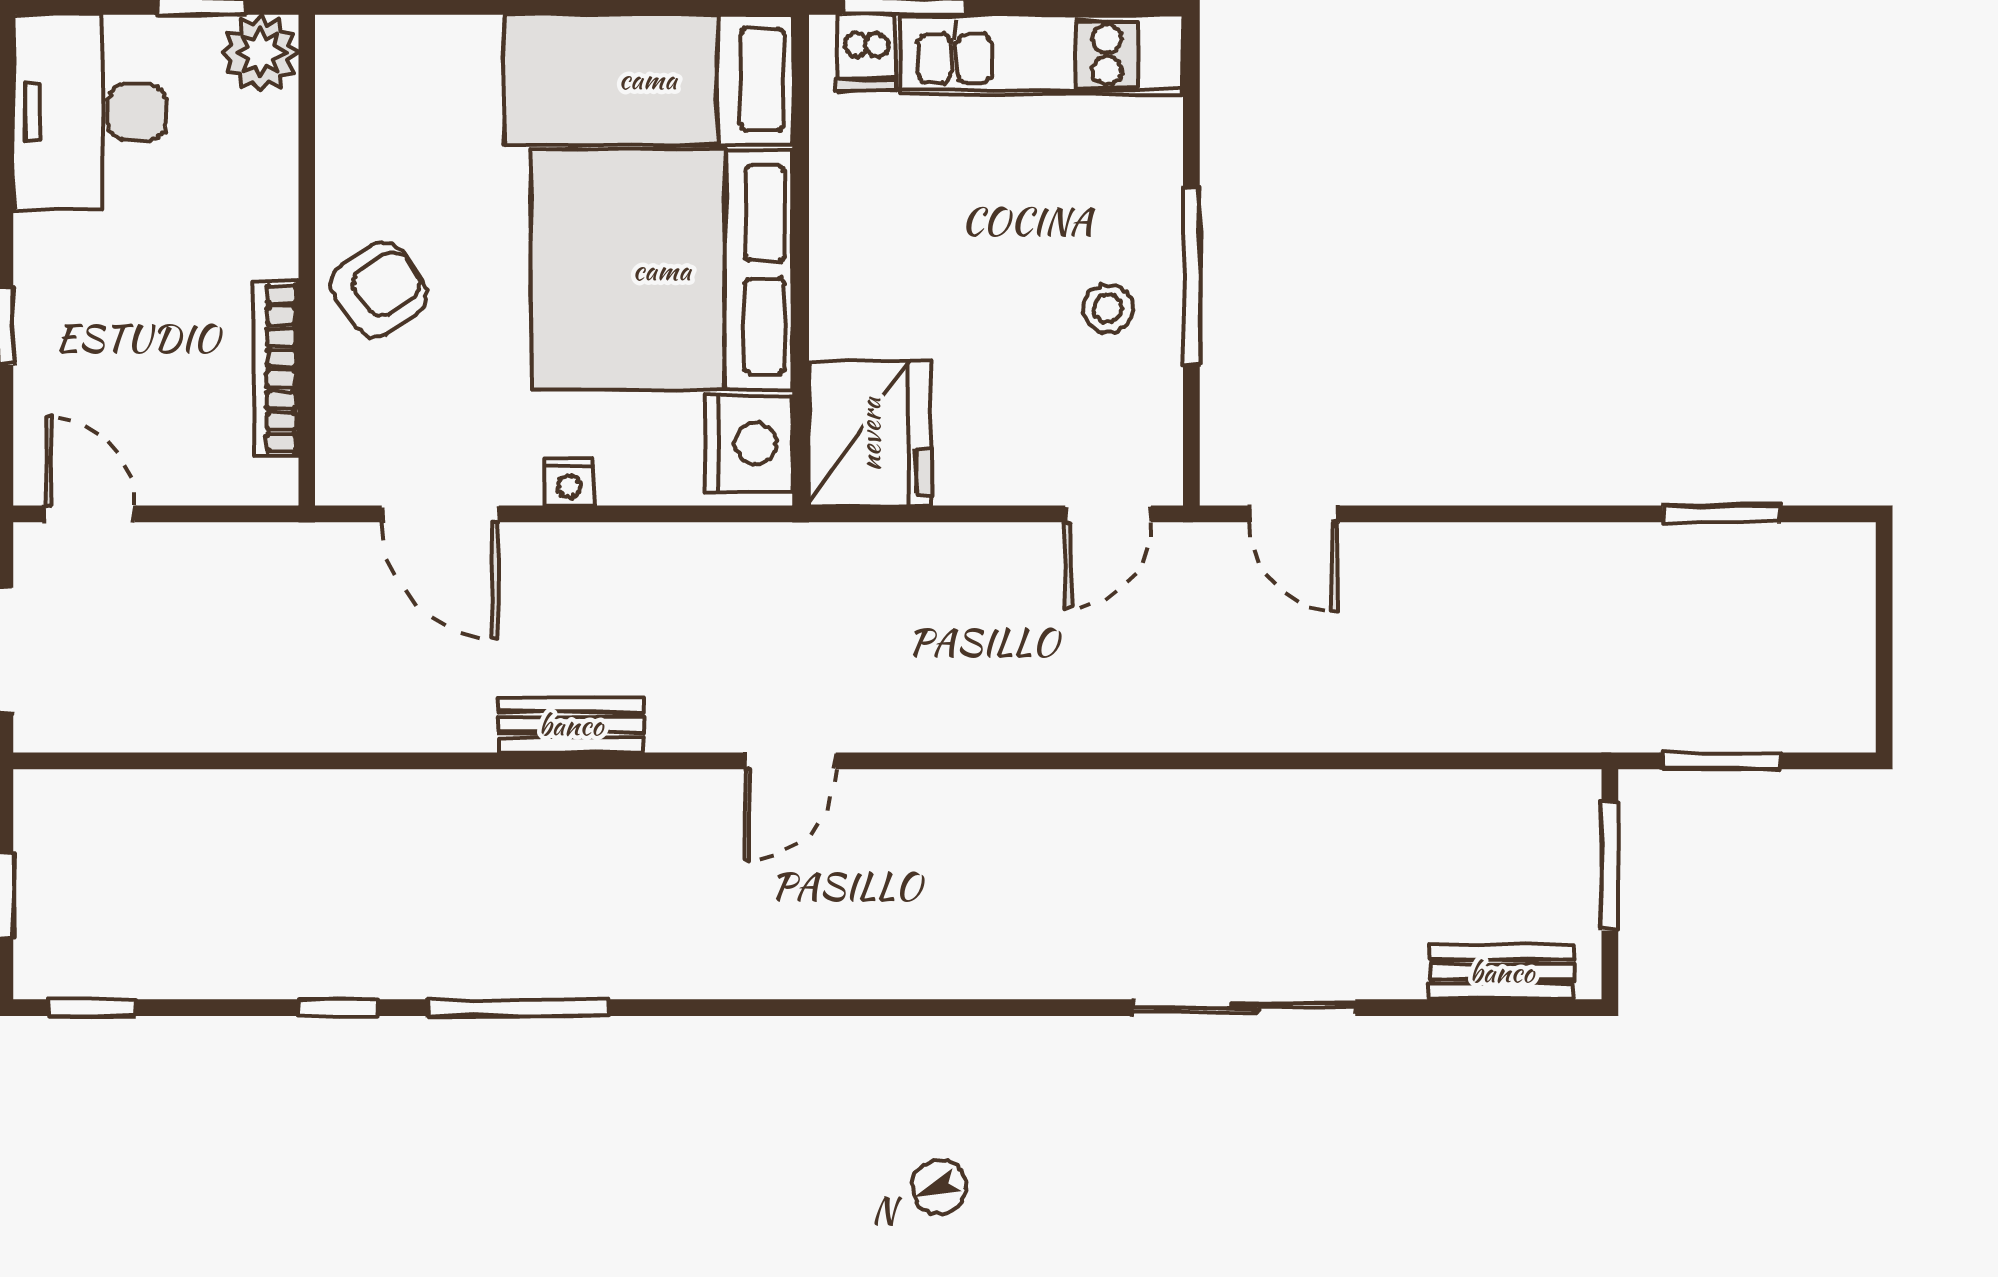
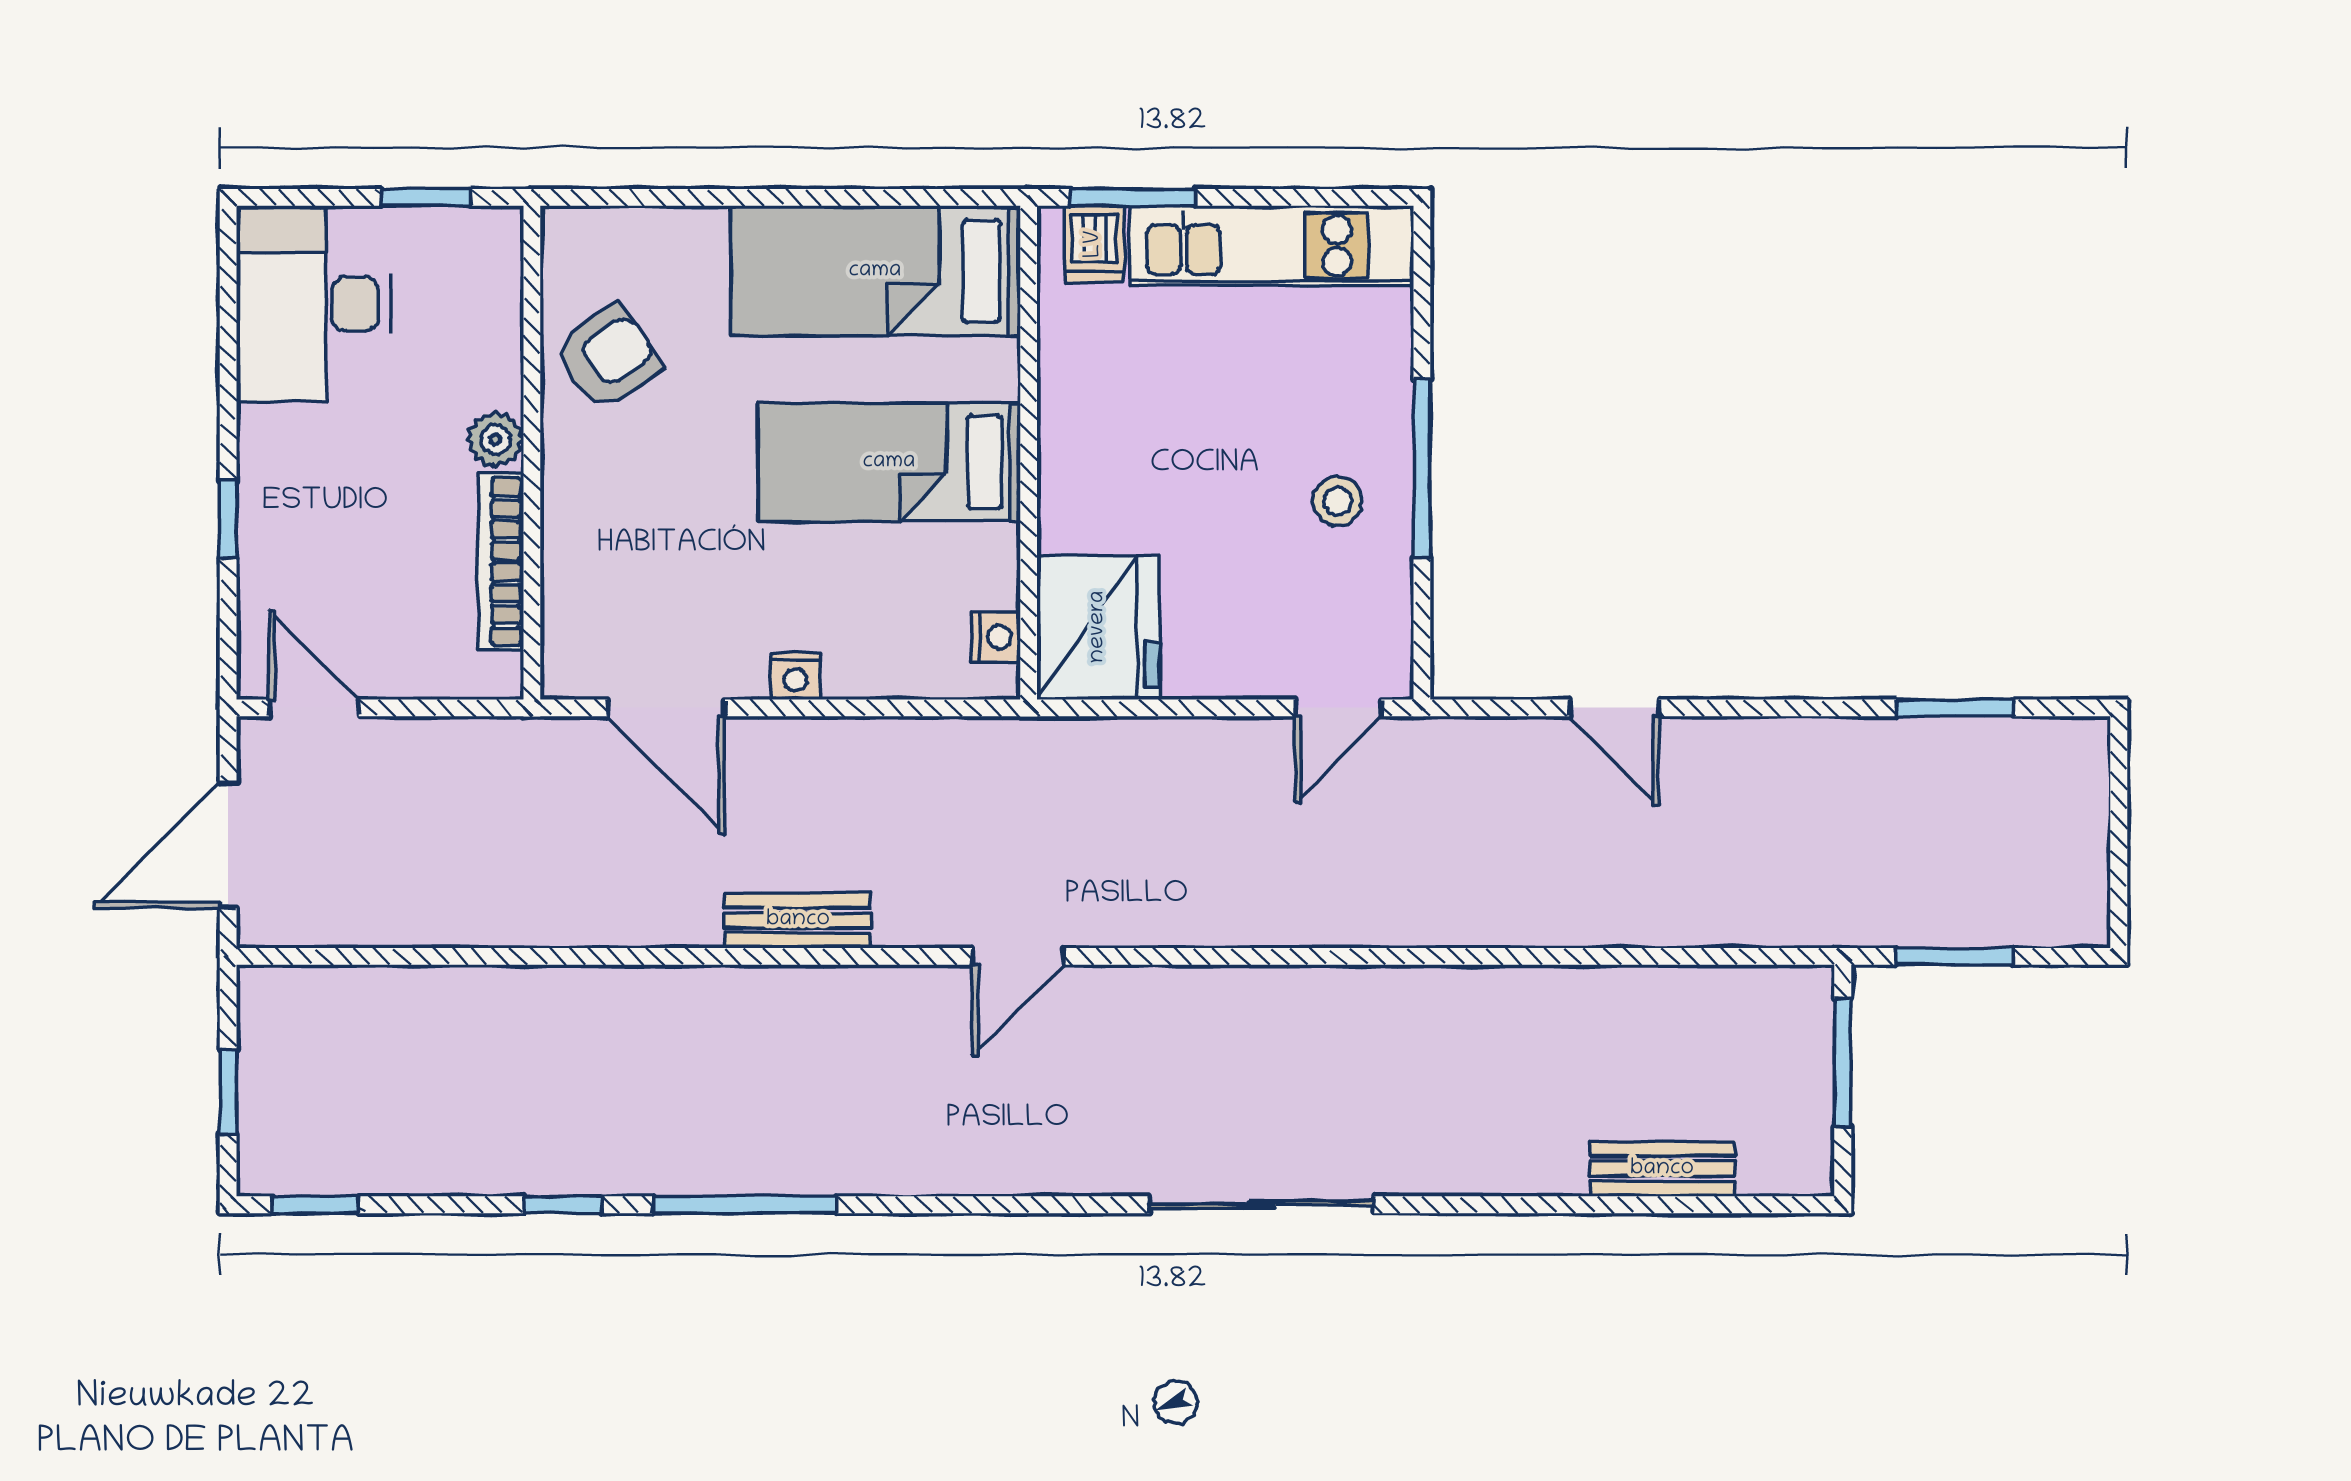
plant: (260, 53) -> (495, 440), moved, width x0.73, depth x0.73
bed: (662, 270) -> (889, 462), width x0.49
armchair: (379, 290) -> (608, 357), moved
nightstand: (749, 444) -> (996, 637), width x0.53, depth x0.56
door: (1294, 514) -> (1614, 708), moved
bench: (1502, 972) -> (1662, 1169), moved
sliding door: (1244, 1008) -> (1262, 1205), moved

